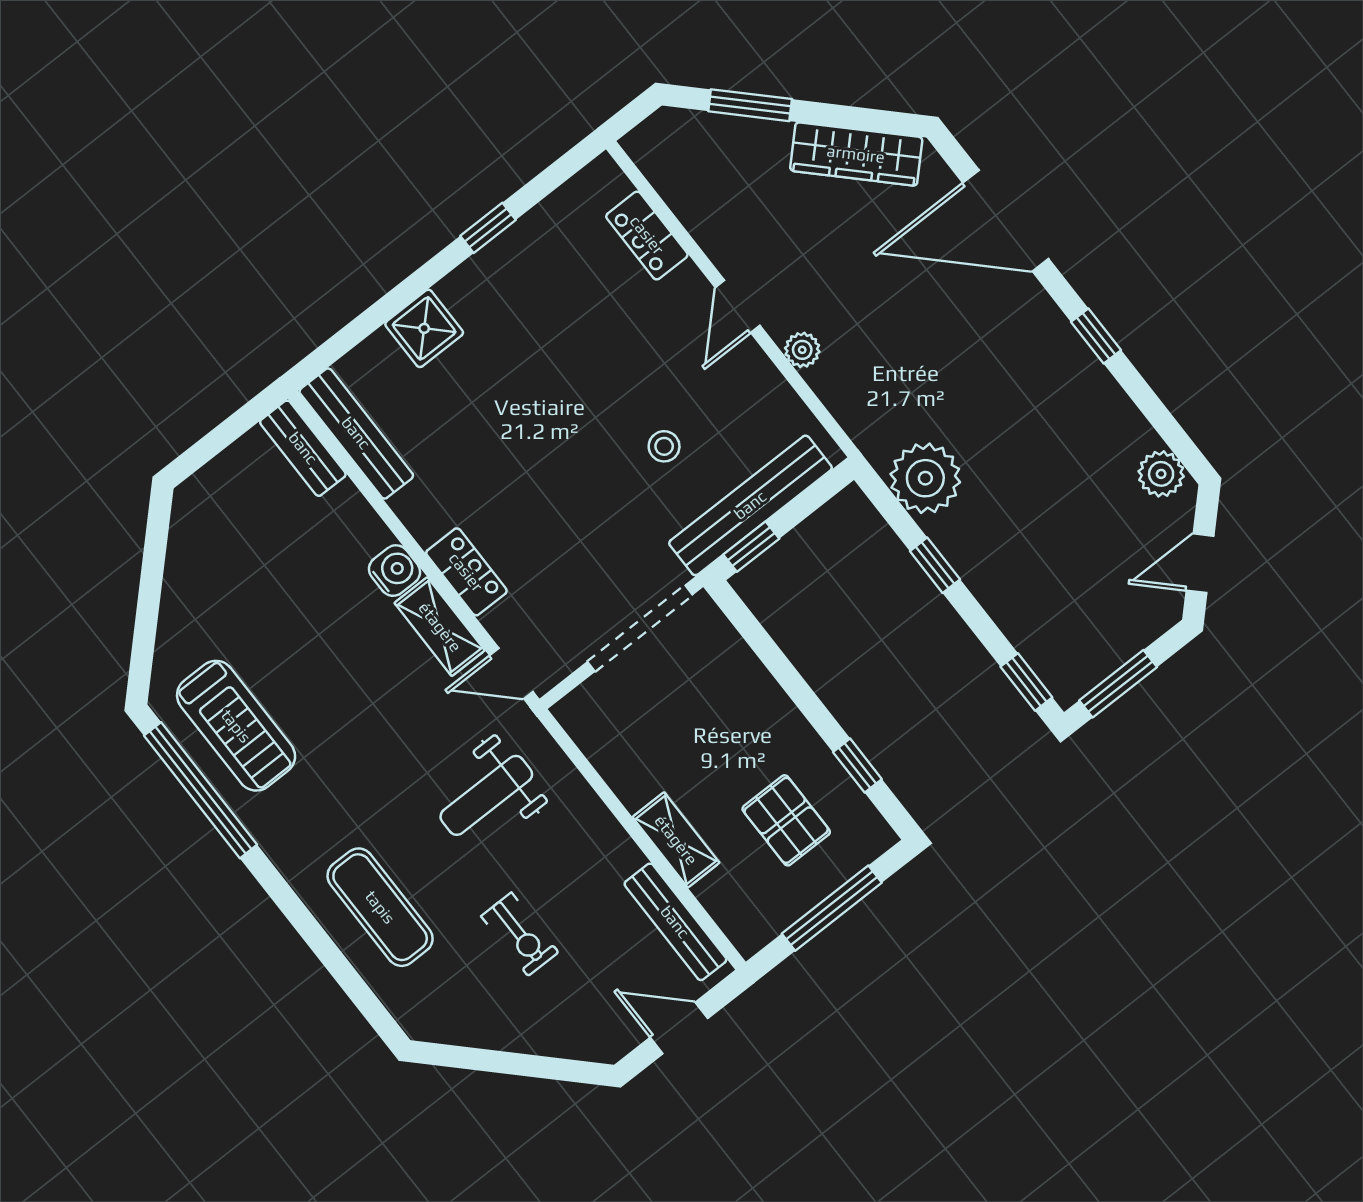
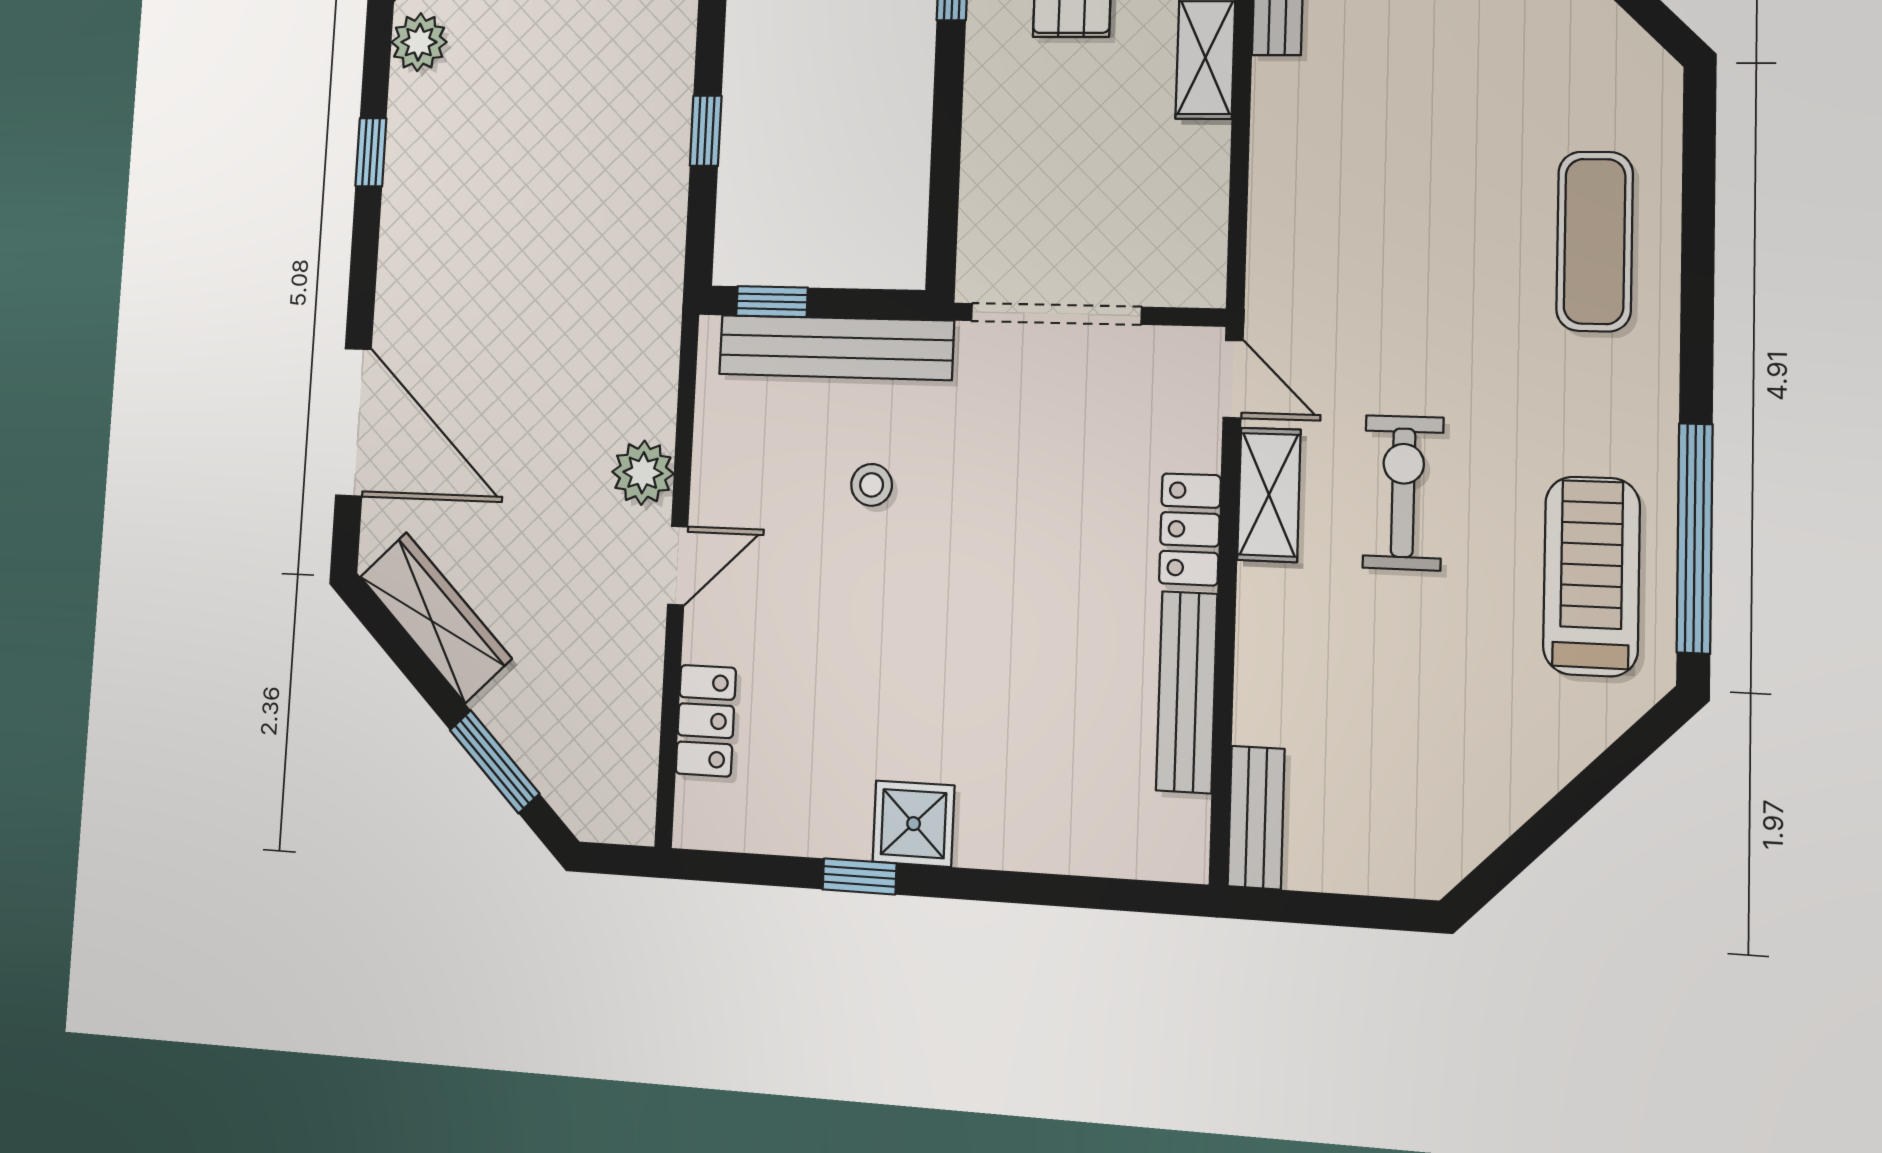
shower: (424, 328) -> (914, 824), moved
window: (1096, 336) -> (371, 152), moved
plant: (802, 350) -> (643, 473), width x1.38, depth x1.38
bench: (356, 433) -> (1187, 692), moved
plant: (925, 478) -> (642, 228), removed
window: (751, 547) -> (772, 302), moved
water cooler: (394, 571) -> (1267, 597), removed
weight bench: (486, 795) -> (1371, 269), removed
exercise bike: (520, 934) -> (1403, 493), moved, width x1.38, depth x1.39

